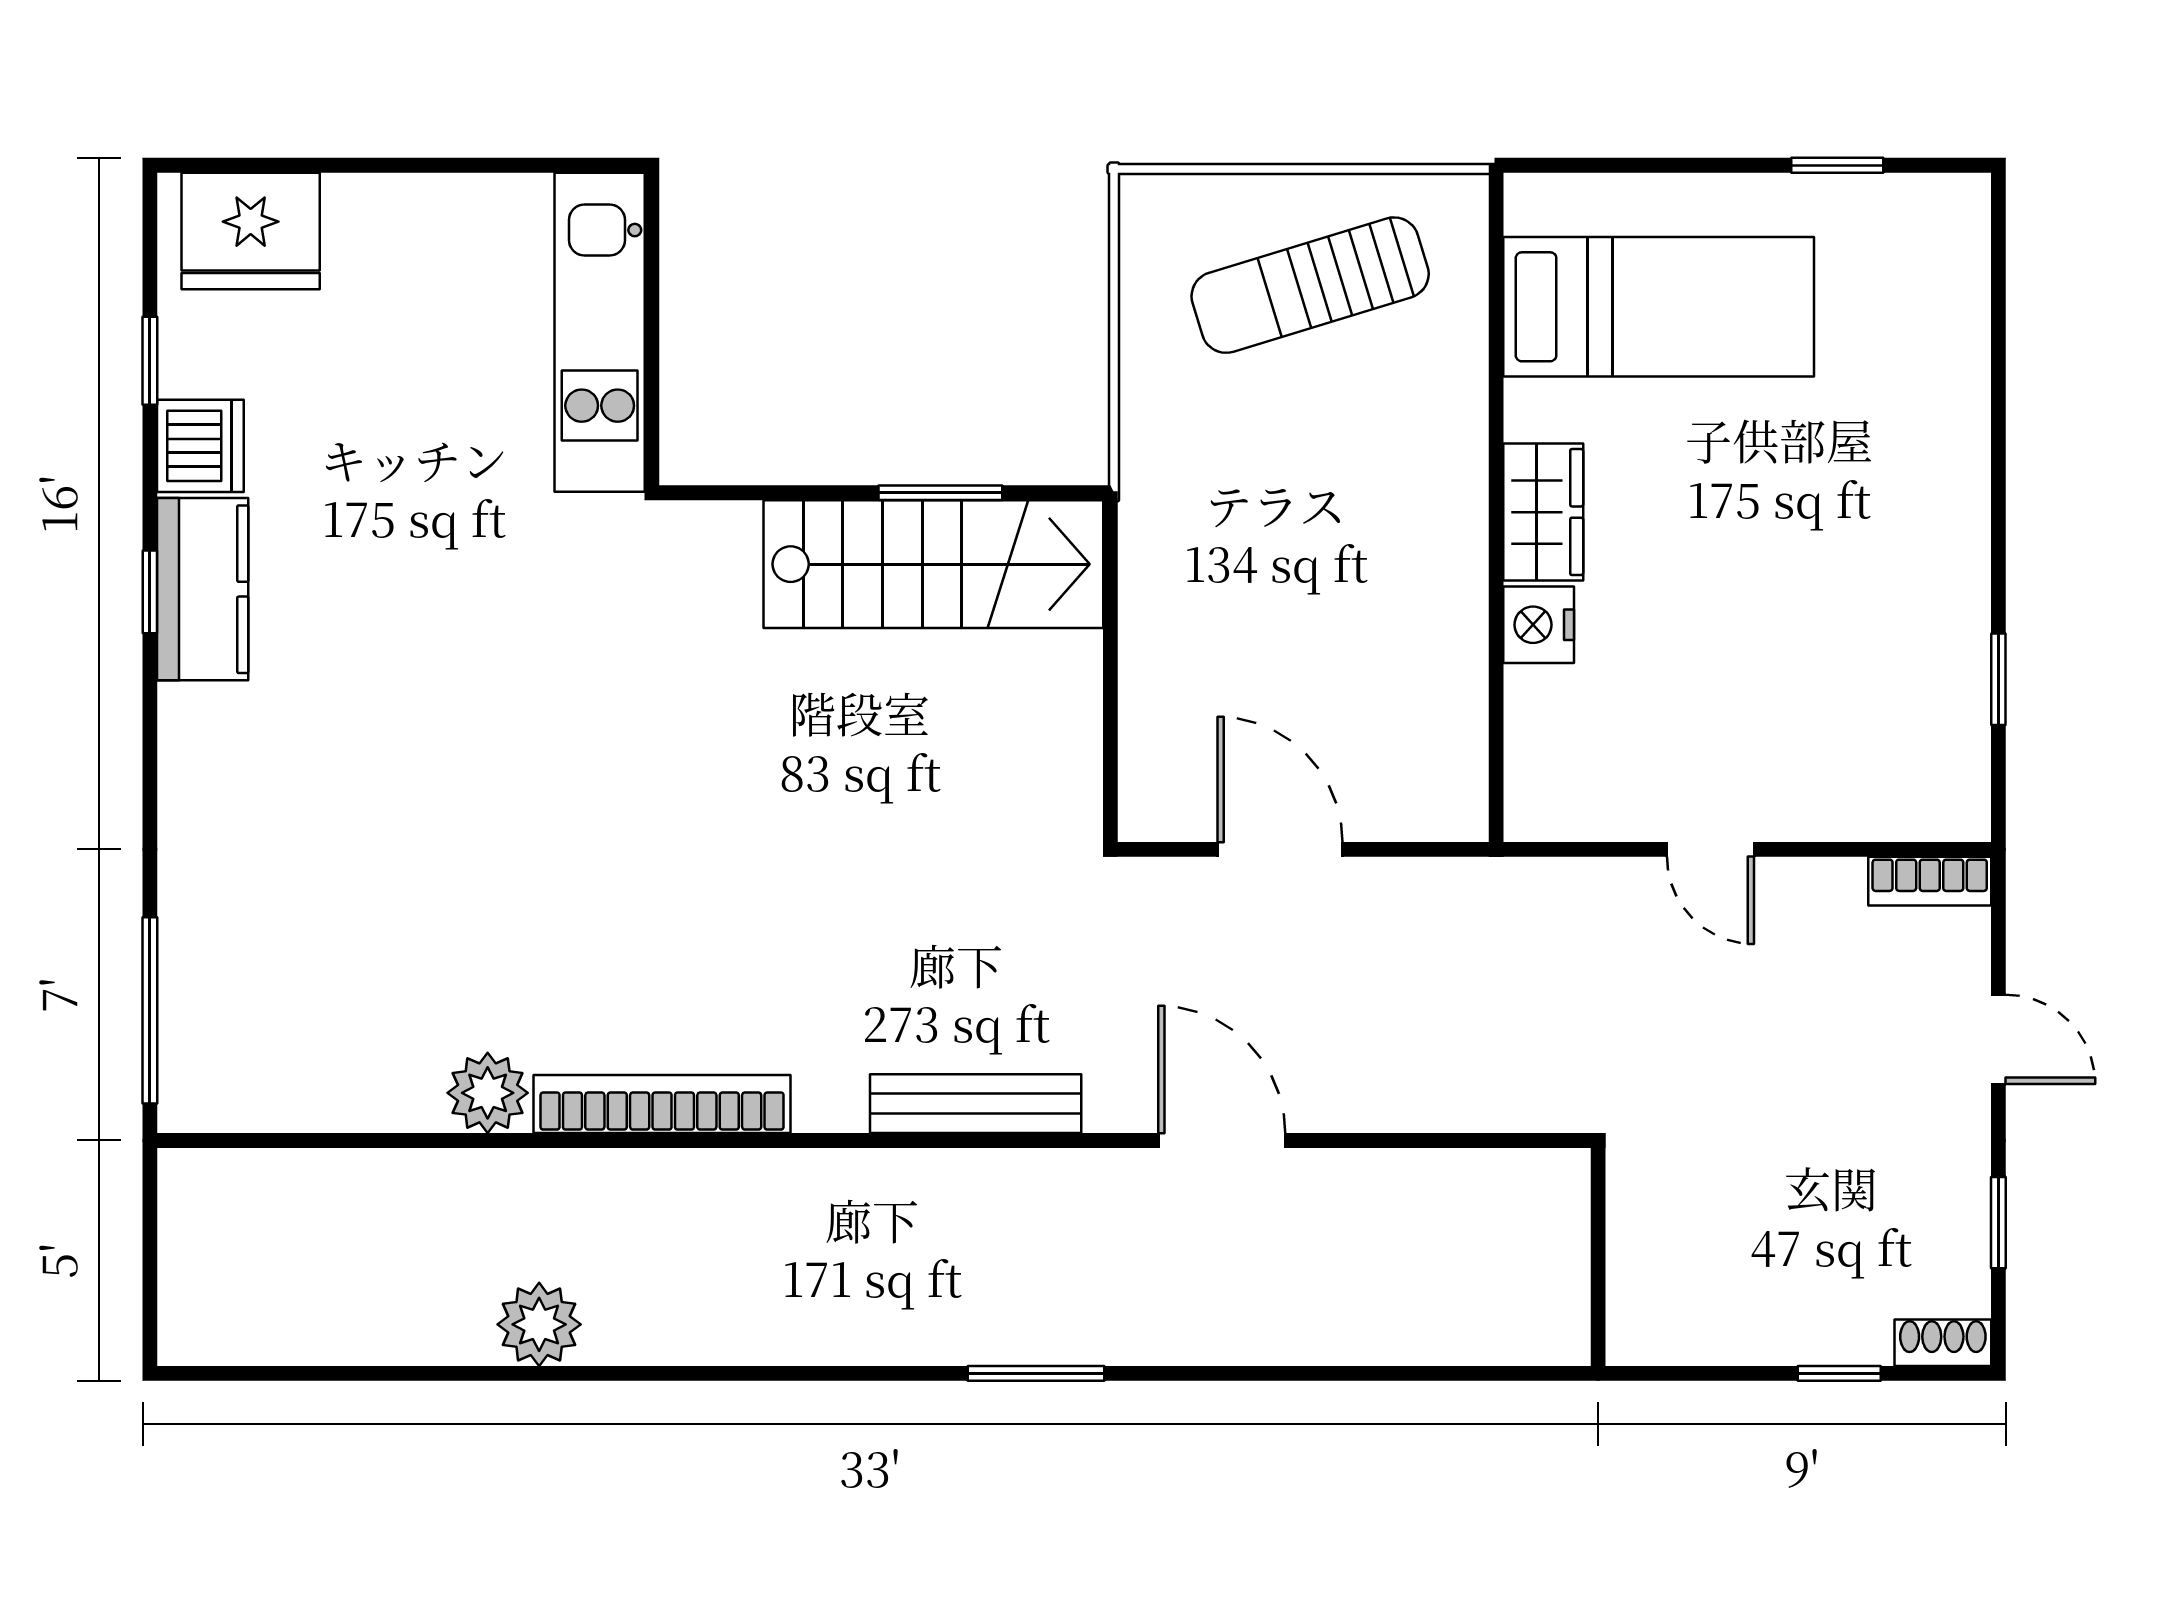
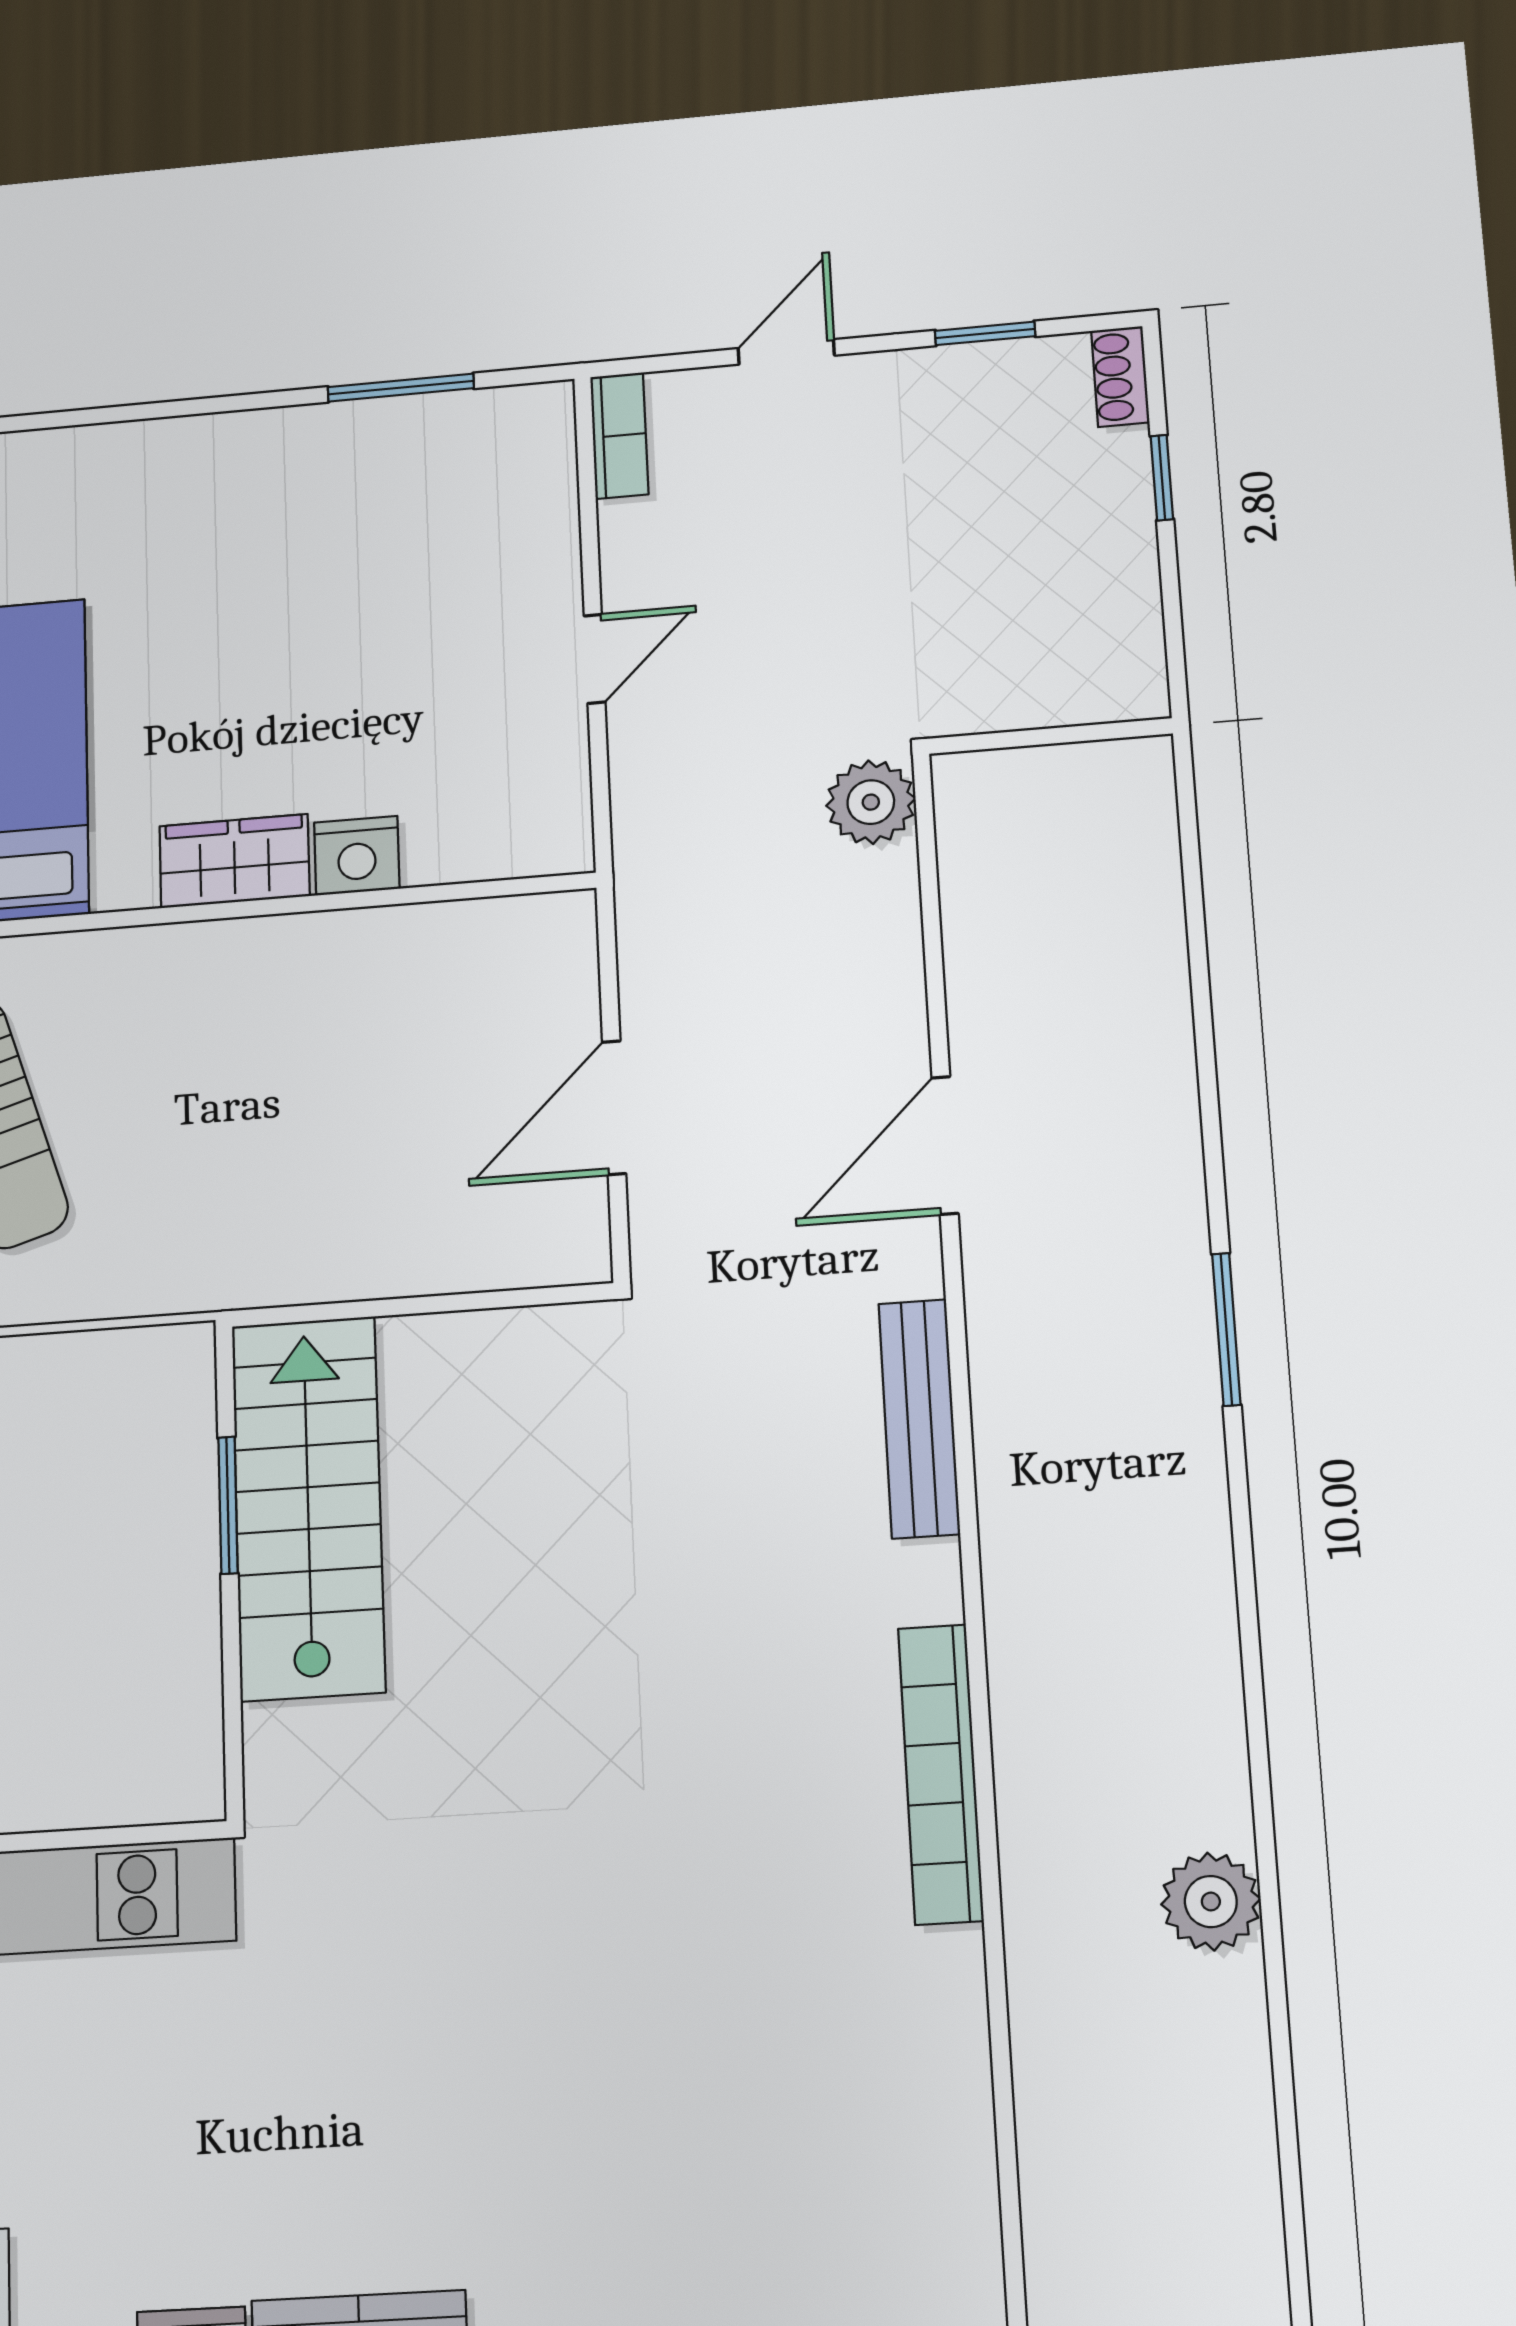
window: (1998, 679) -> (401, 388), width x1.50
plant: (488, 1093) -> (871, 802), moved

